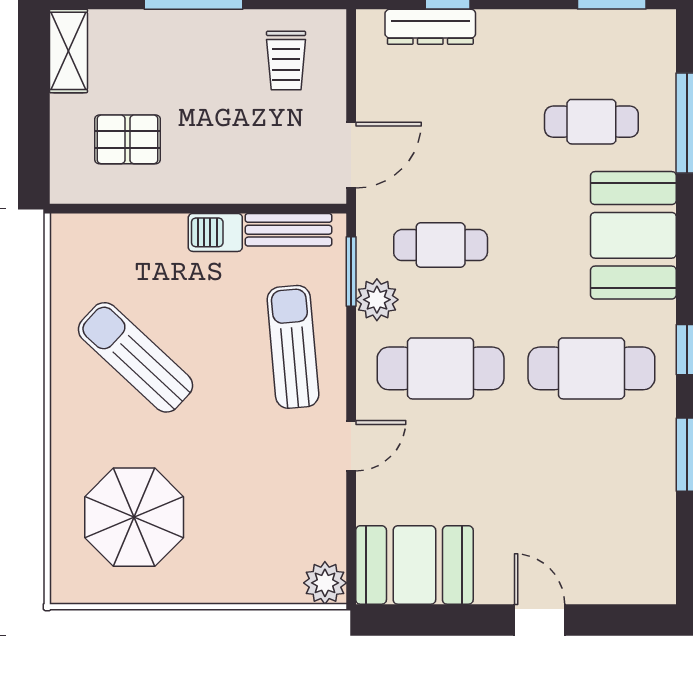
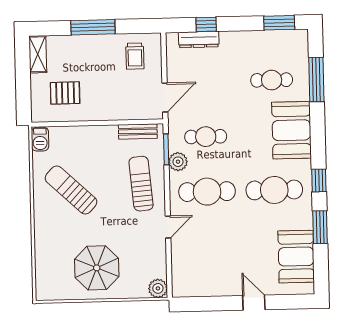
barbecue: (215, 232) -> (40, 139), moved, turned -90
parasol: (134, 517) -> (97, 268), moved
booth: (414, 565) -> (296, 257), moved, turned 90

